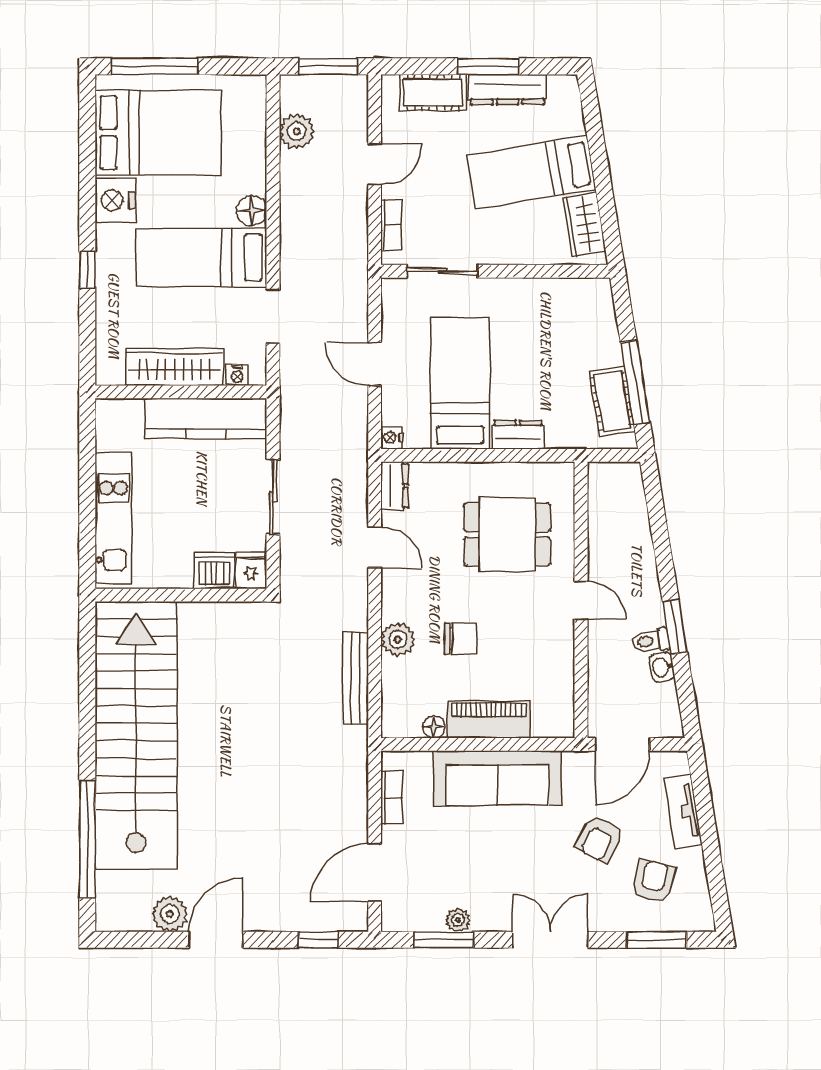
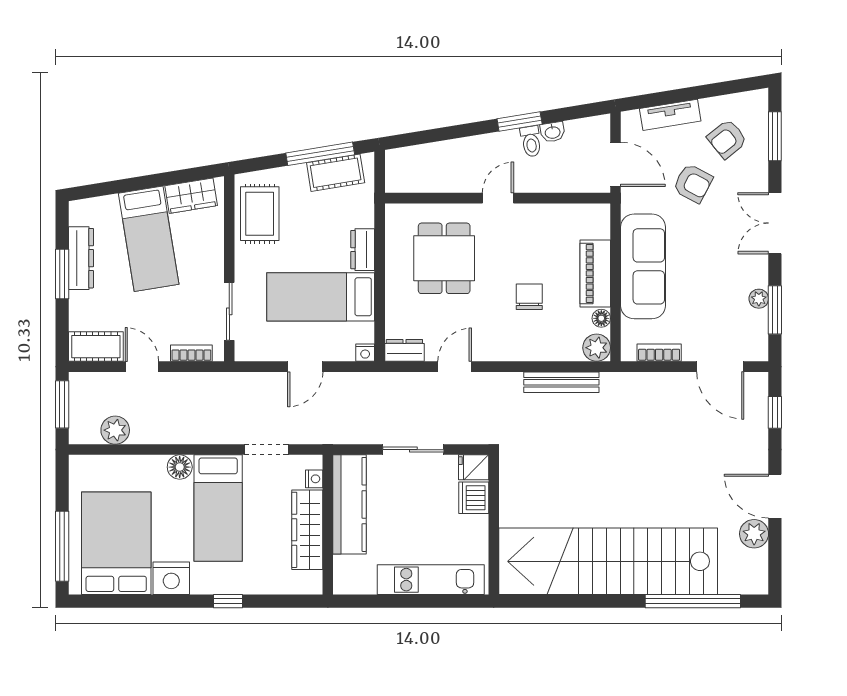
cot: (433, 92) -> (96, 347), moved, turned 90
rug: (562, 308) -> (260, 214), added
plant: (398, 639) -> (597, 348), moved
armchair: (654, 881) -> (727, 139), turned -52

